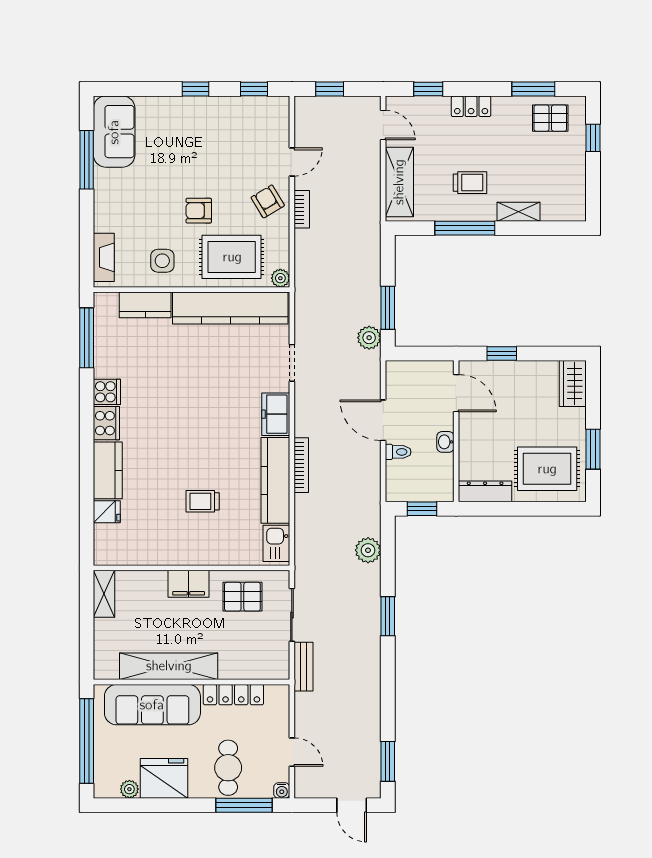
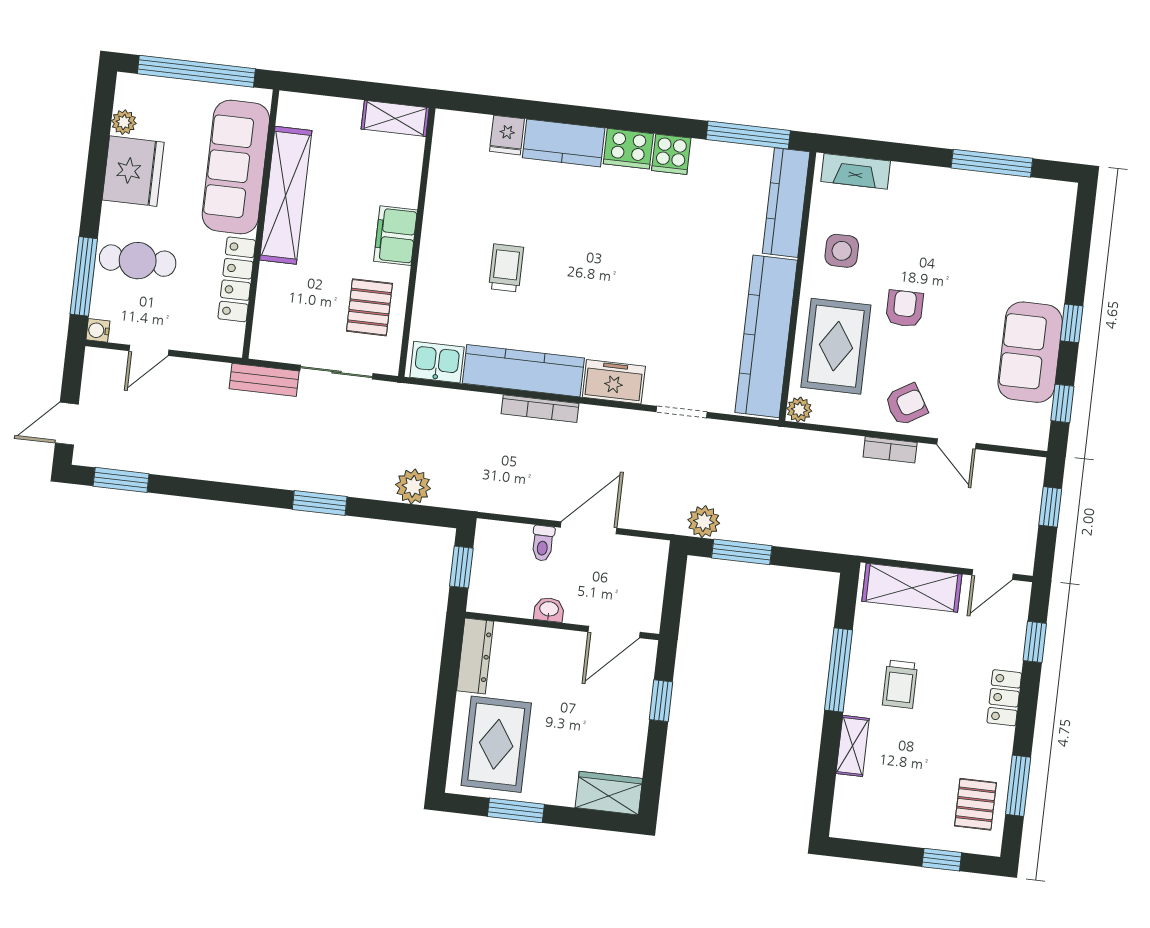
sofa: (114, 132) -> (1030, 352), moved, turned 90
kitchen counter: (145, 305) -> (786, 203), width x1.50

